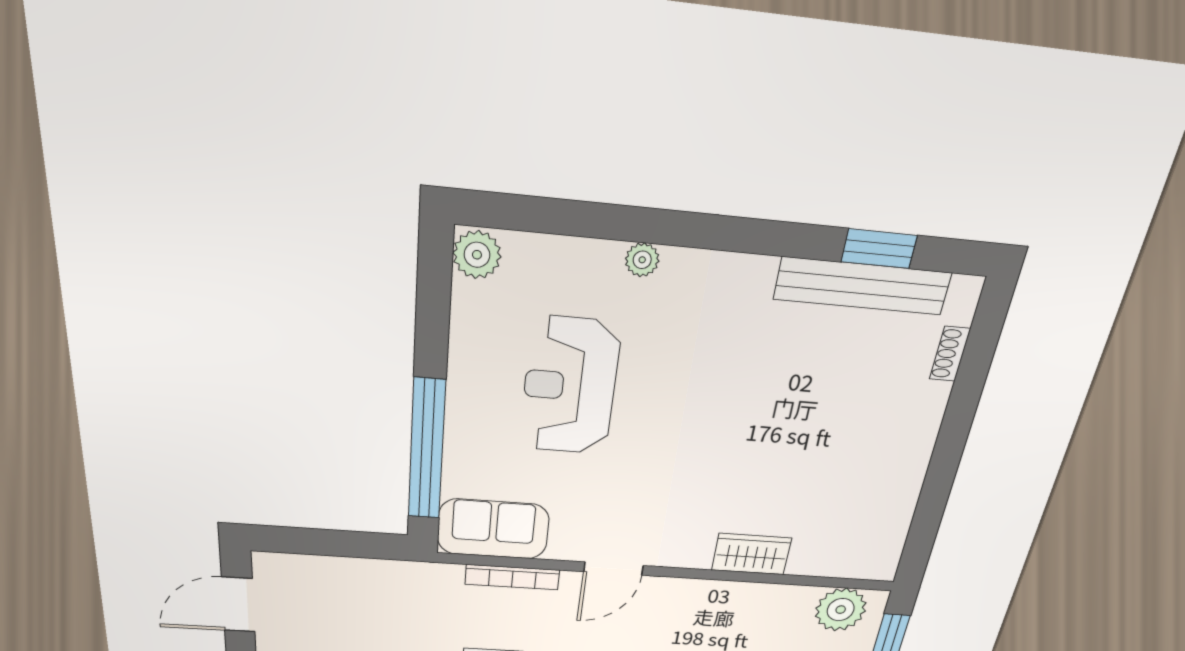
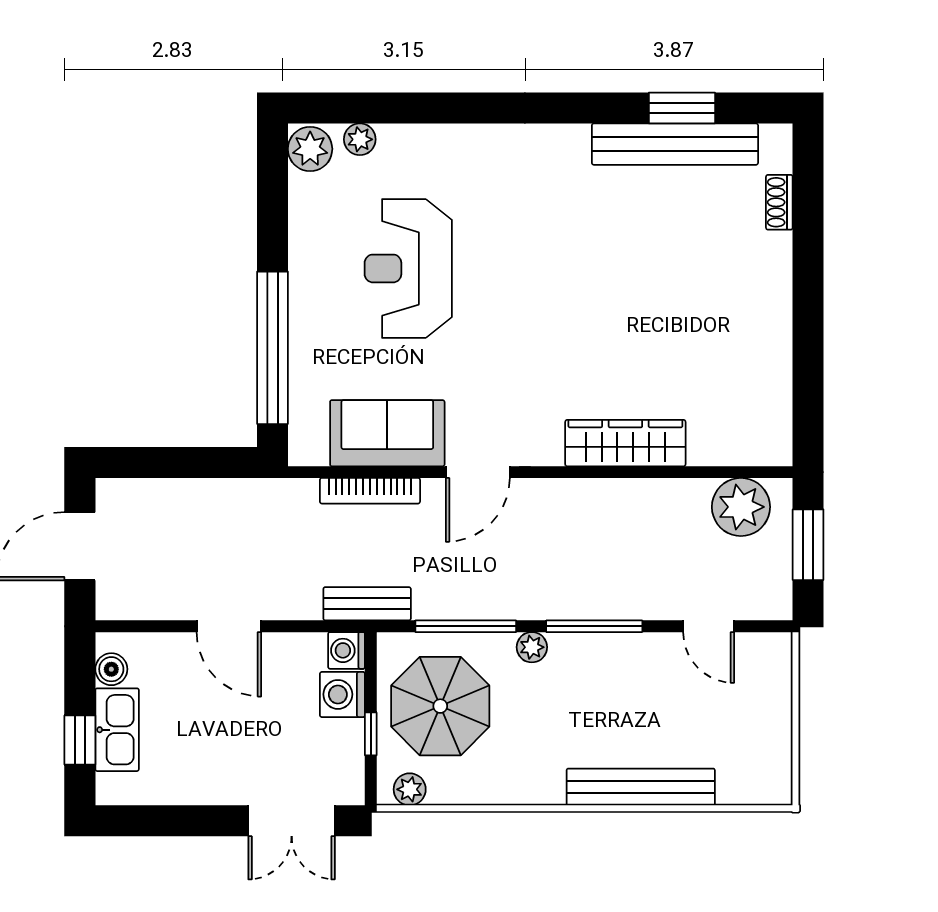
plant: (642, 260) -> (360, 139), moved
sofa: (493, 529) -> (387, 433), moved
wardrobe: (751, 554) -> (625, 443), width x1.50

